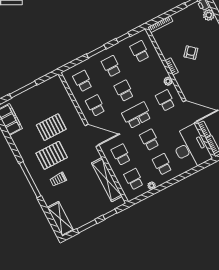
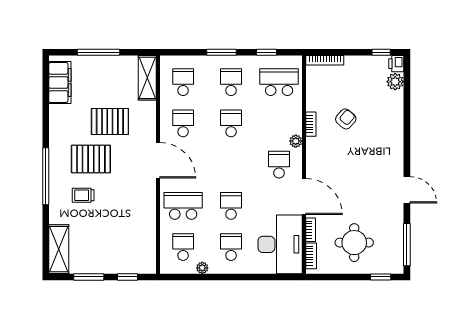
school desk: (140, 51) -> (279, 82), width x1.85
school desk: (137, 115) -> (231, 165), removed
school desk: (121, 155) -> (183, 206), width x1.85
shelving: (107, 180) -> (147, 78), moved, width x0.68

